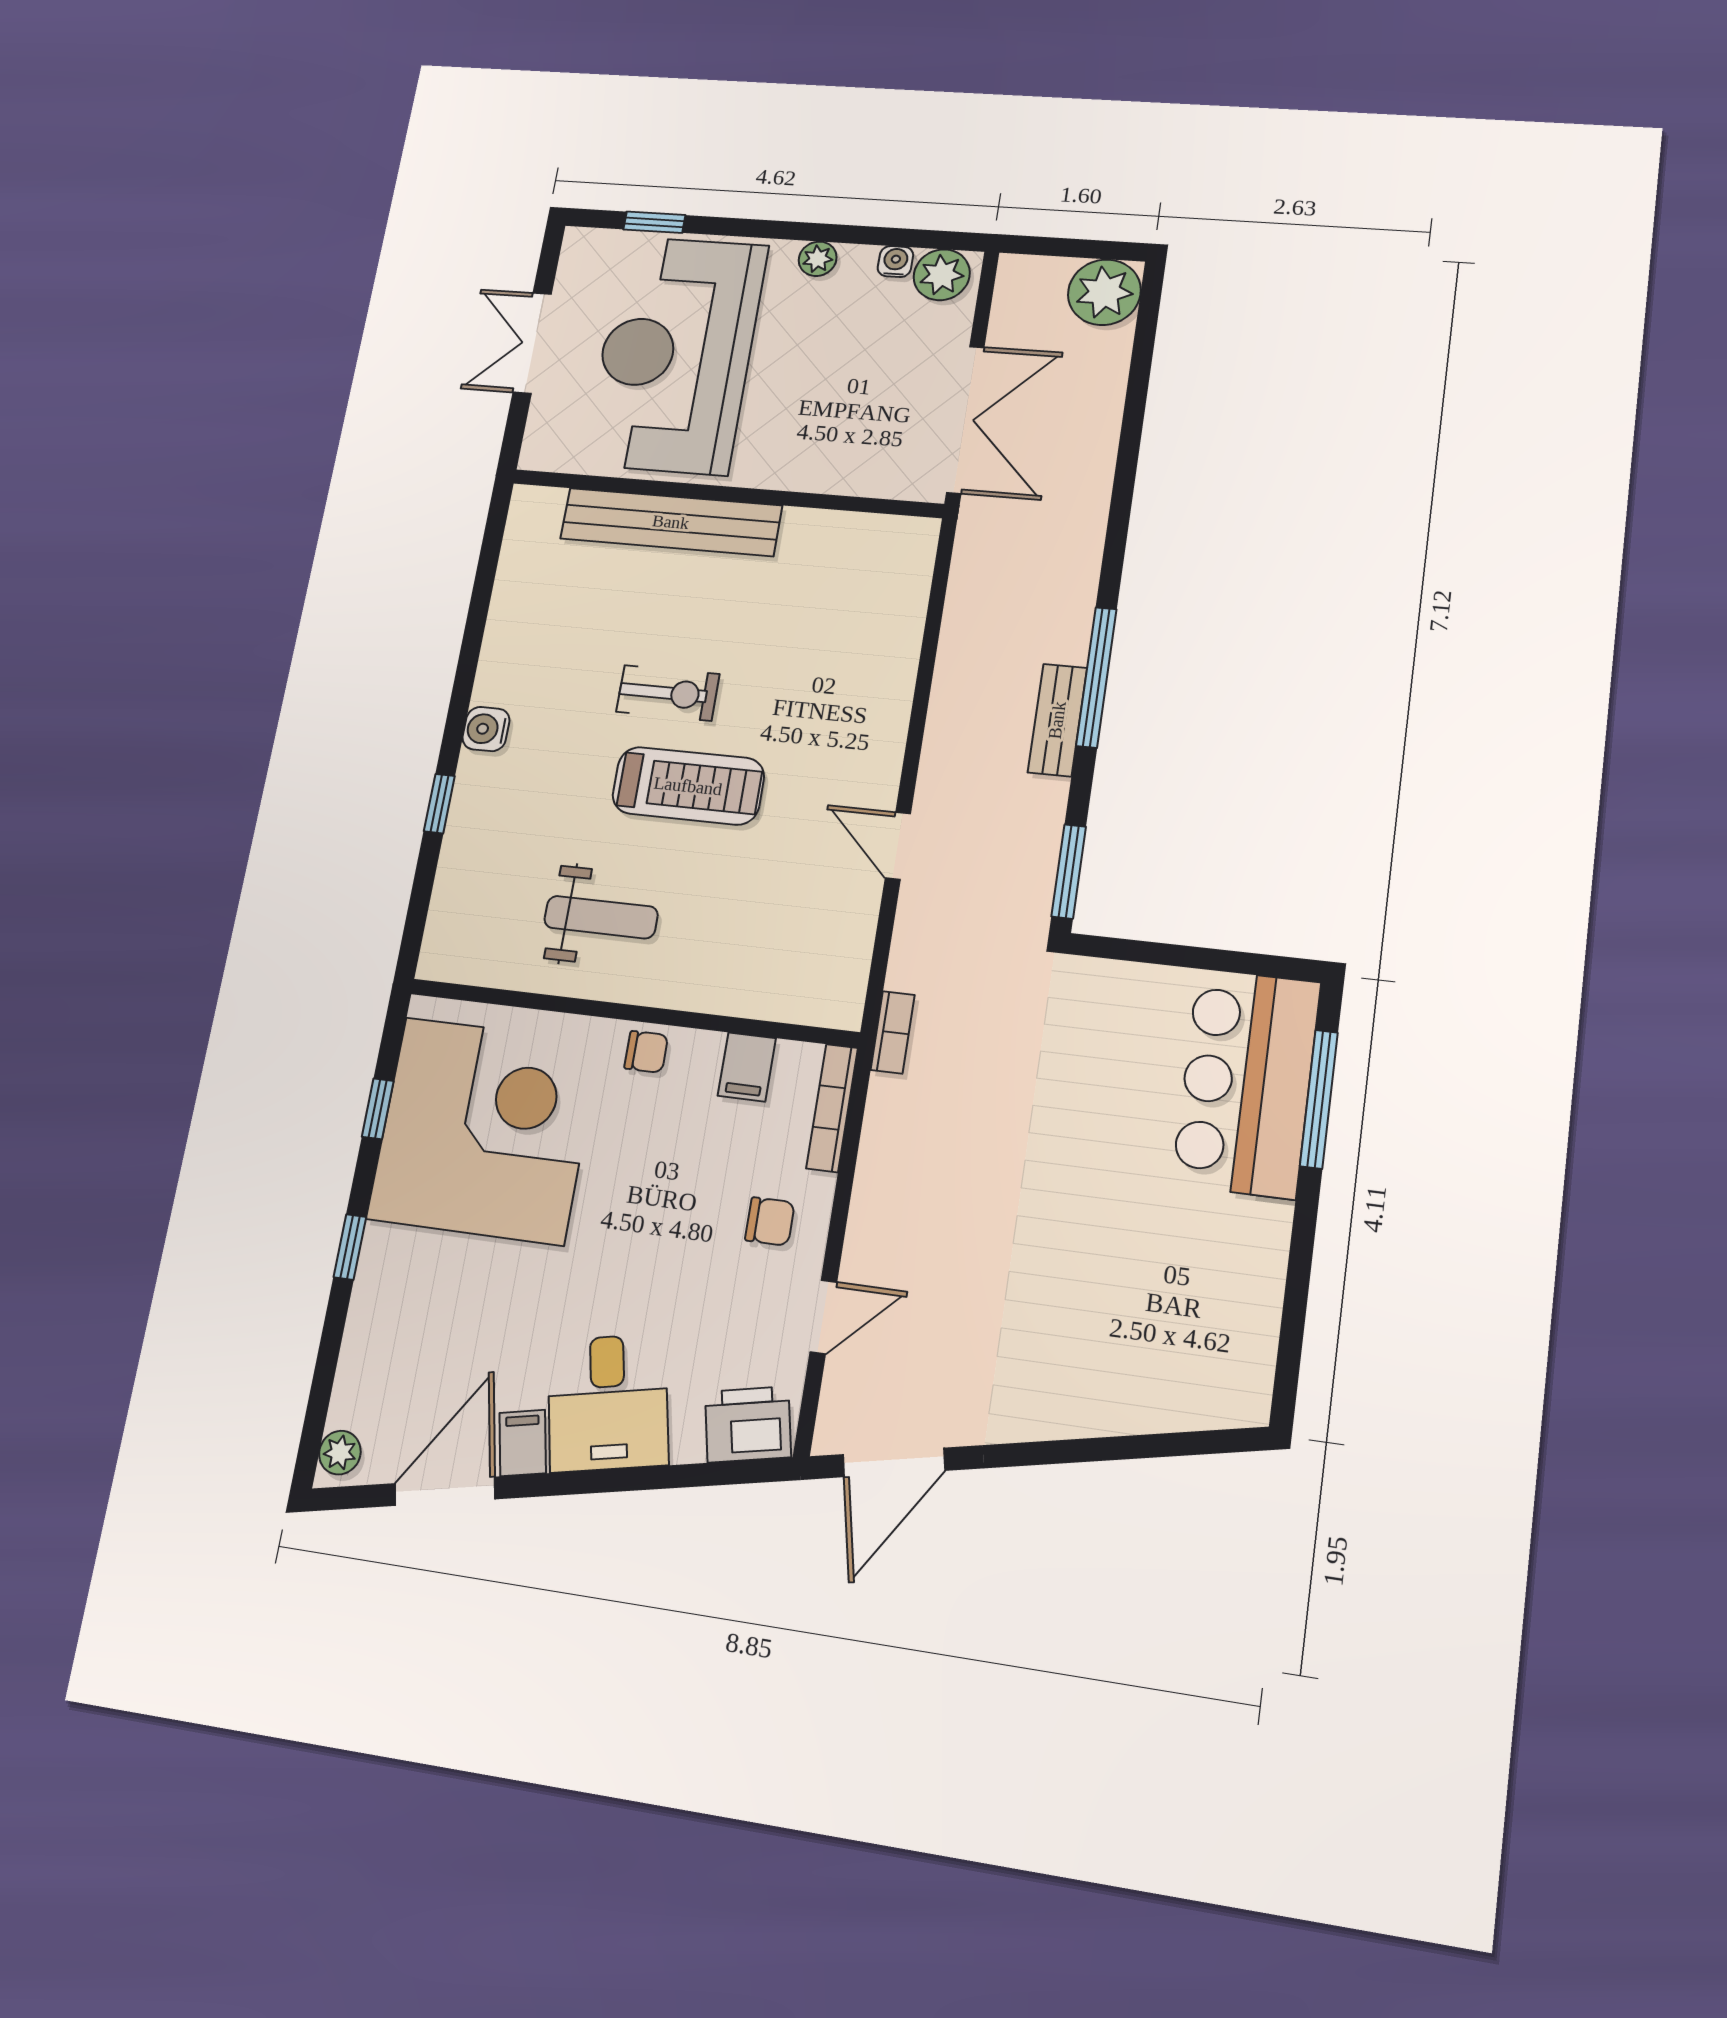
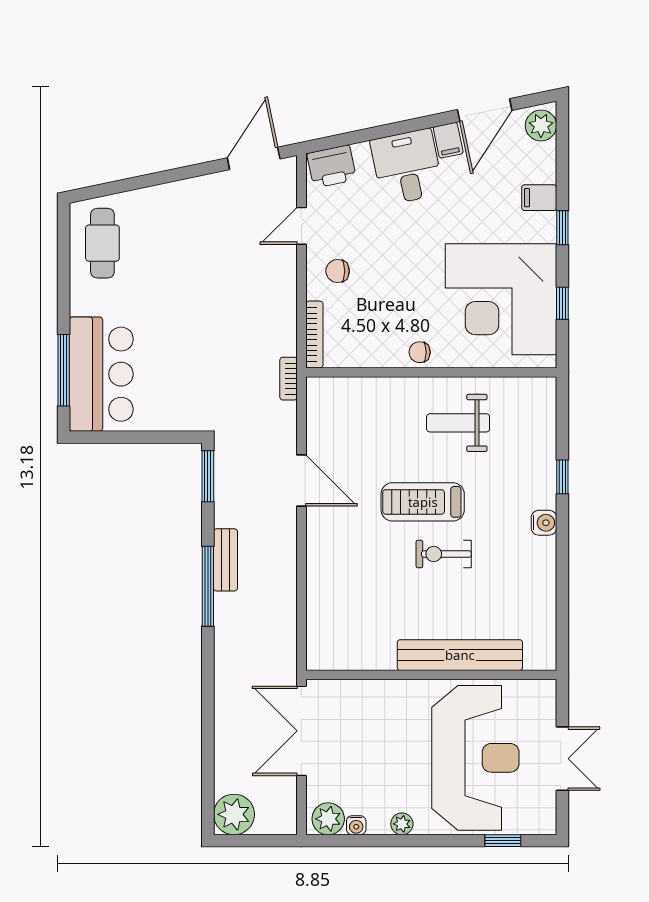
door: (898, 846) -> (301, 480), width x1.38
filing cabinet: (747, 1067) -> (539, 198), moved, turned -90
cafe table: (1213, 1337) -> (102, 243), added
plant: (340, 1453) -> (541, 126), width x1.38, depth x1.38

